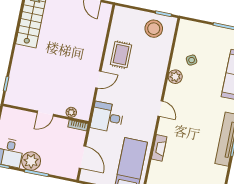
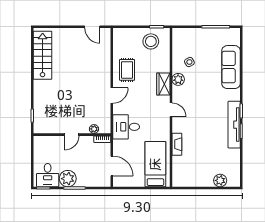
wardrobe: (158, 78) -> (163, 84), added

